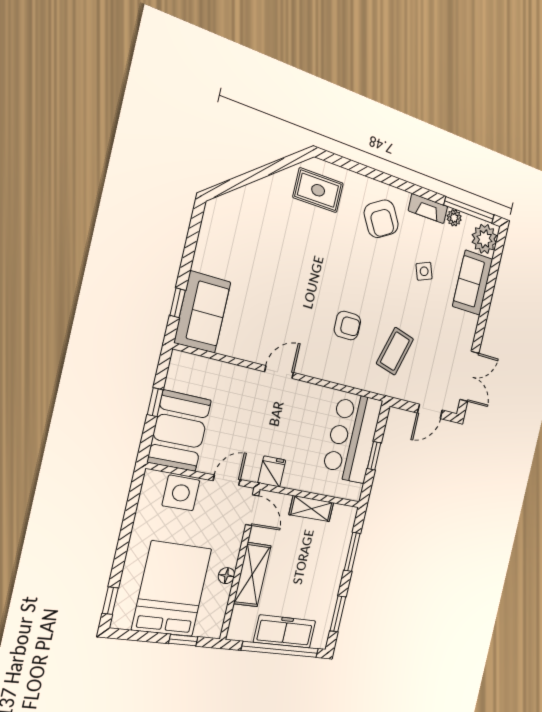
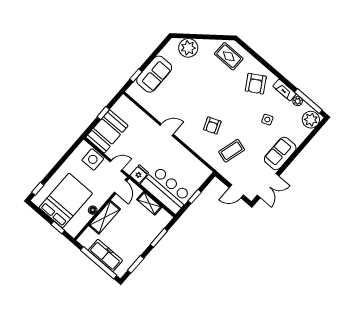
plant: (244, 207) -> (188, 48), added
sofa: (473, 283) -> (280, 153), moved
sofa: (202, 312) -> (154, 74), moved
armchair: (347, 326) -> (212, 126), turned 68
bar counter: (352, 438) -> (166, 190), moved, turned 90

